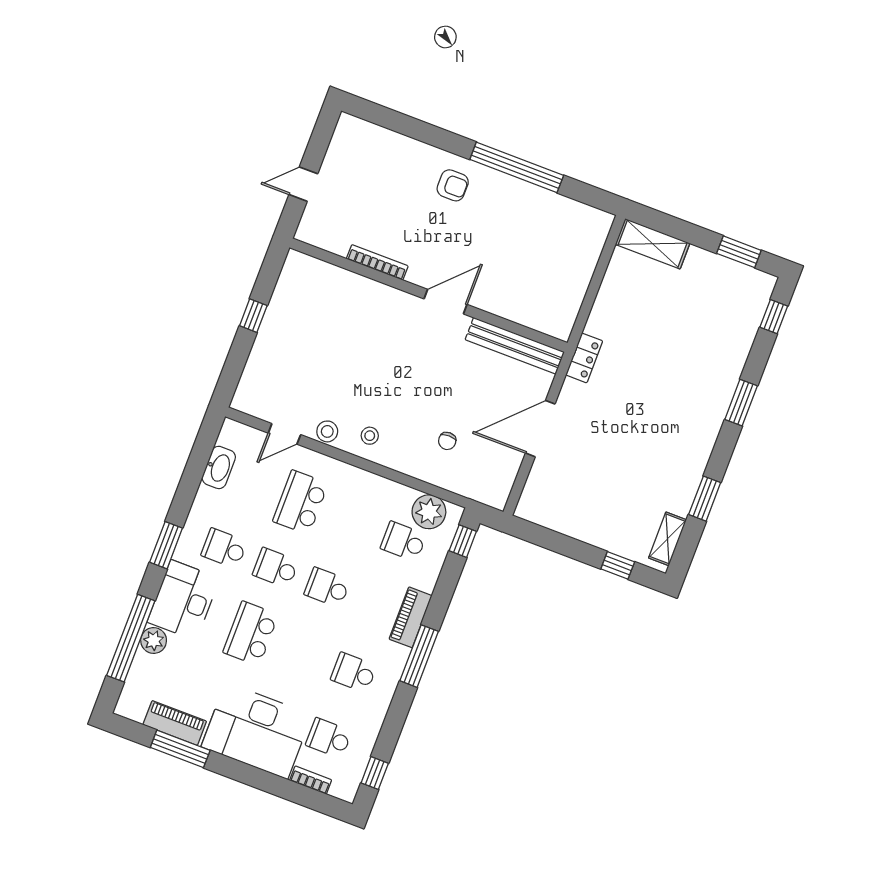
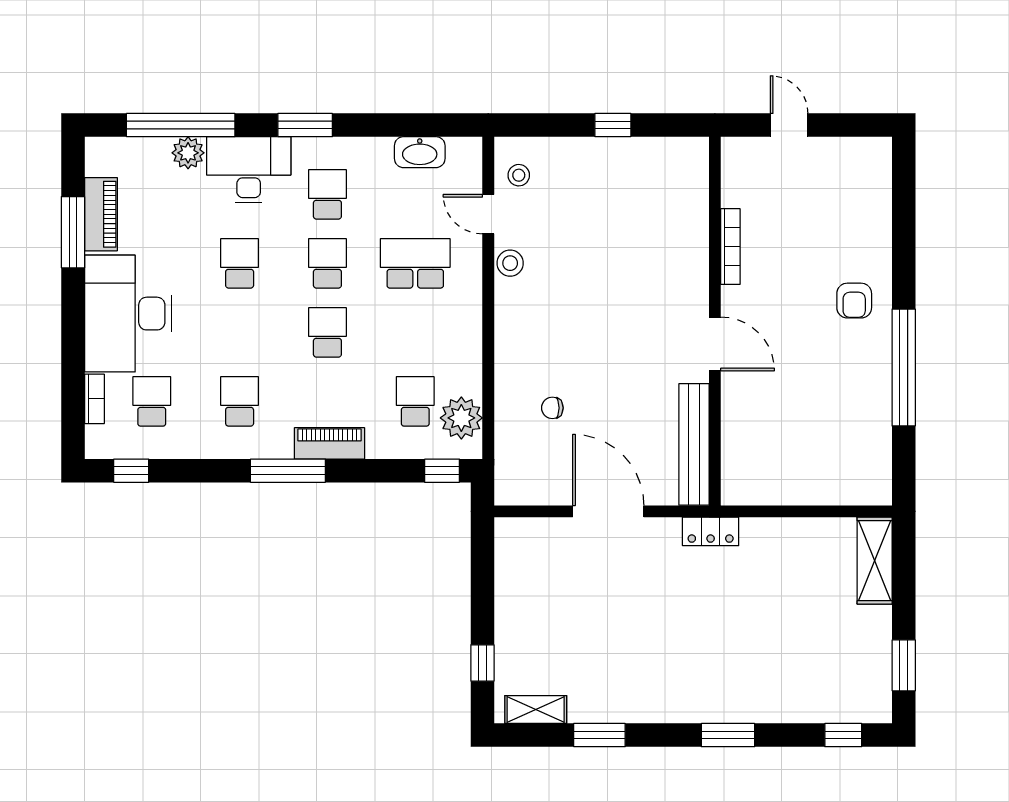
stool: (370, 436) -> (519, 175), moved
school desk: (251, 633) -> (240, 263), width x0.54

